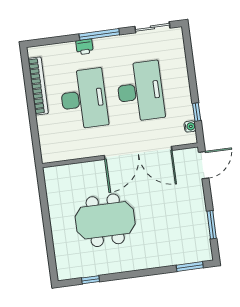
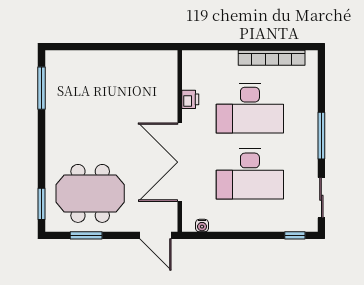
printer: (84, 47) -> (190, 99), moved, turned 180
window: (197, 112) -> (295, 235), moved
meeting table: (105, 220) -> (90, 193), moved, turned 90
window: (91, 280) -> (42, 88), width x2.17

